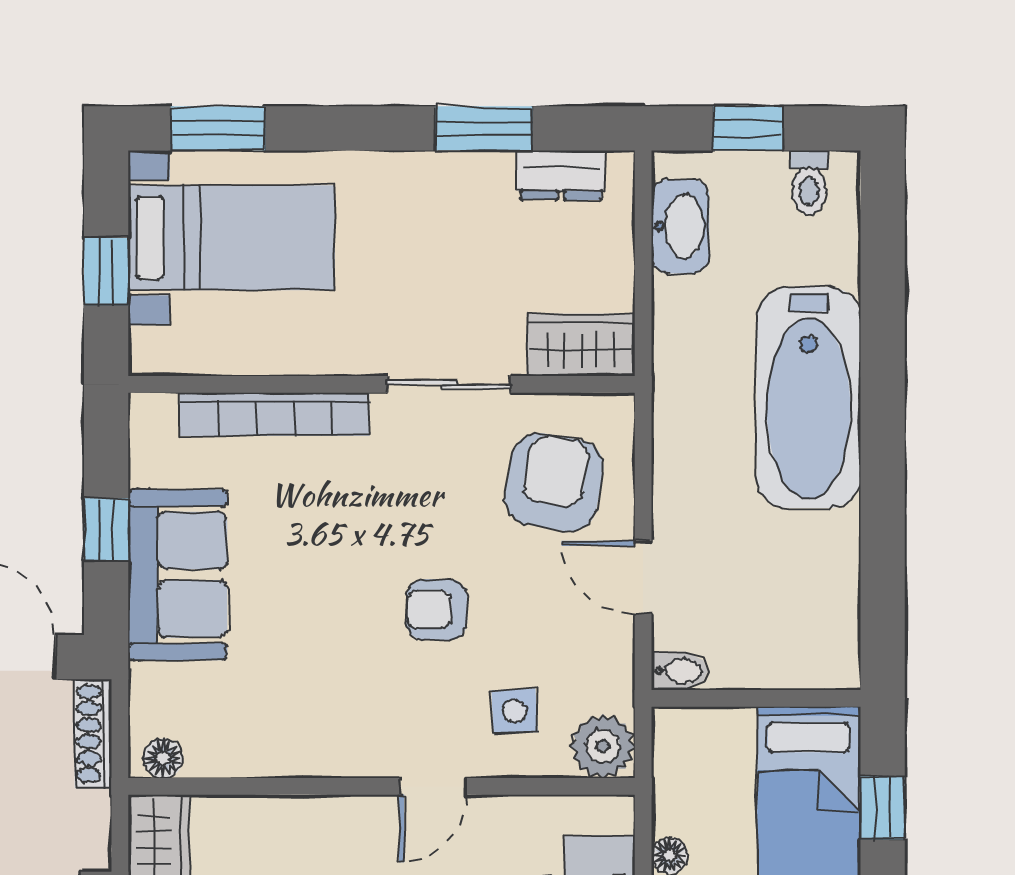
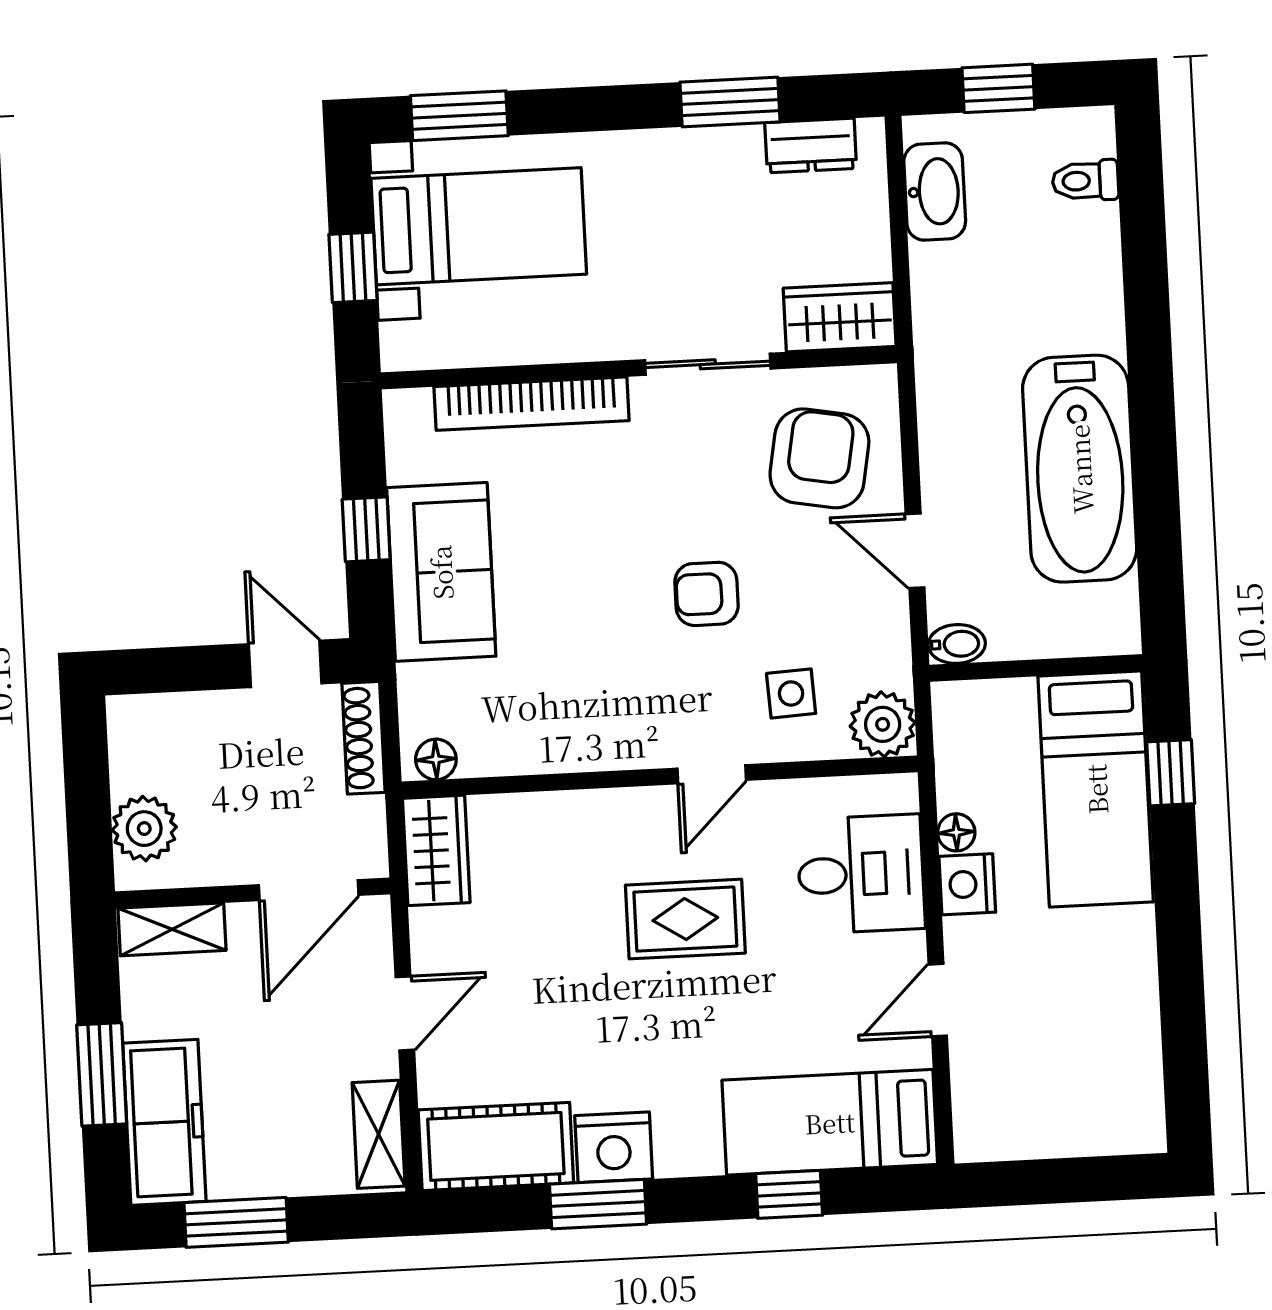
toilet: (809, 183) -> (1085, 181), moved, turned 90
bathtub: (809, 398) -> (1080, 469), moved

